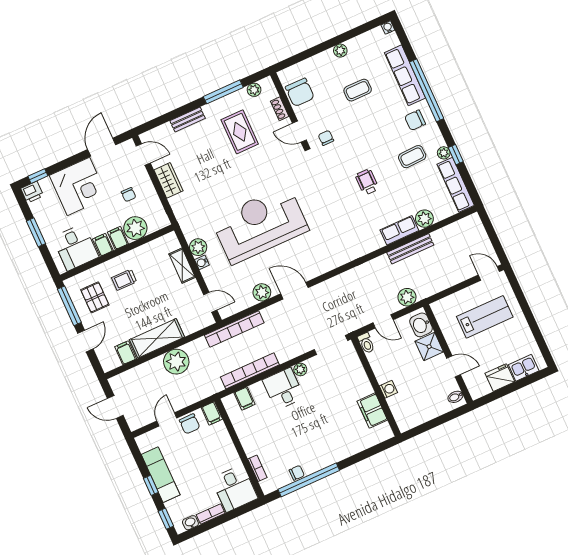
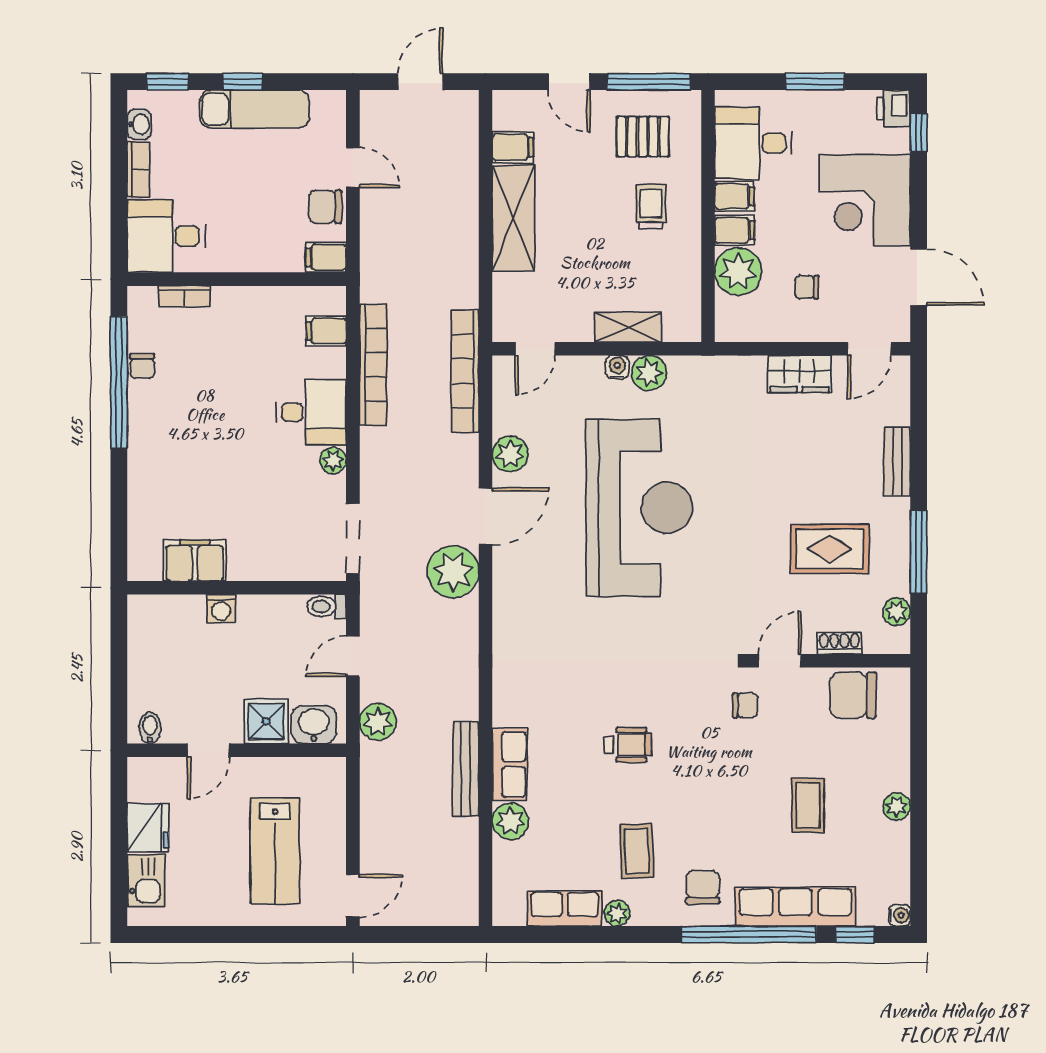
window: (456, 155) -> (855, 935), moved
row of seats: (456, 185) -> (565, 909), width x0.68
plant: (176, 362) -> (453, 572), moved

